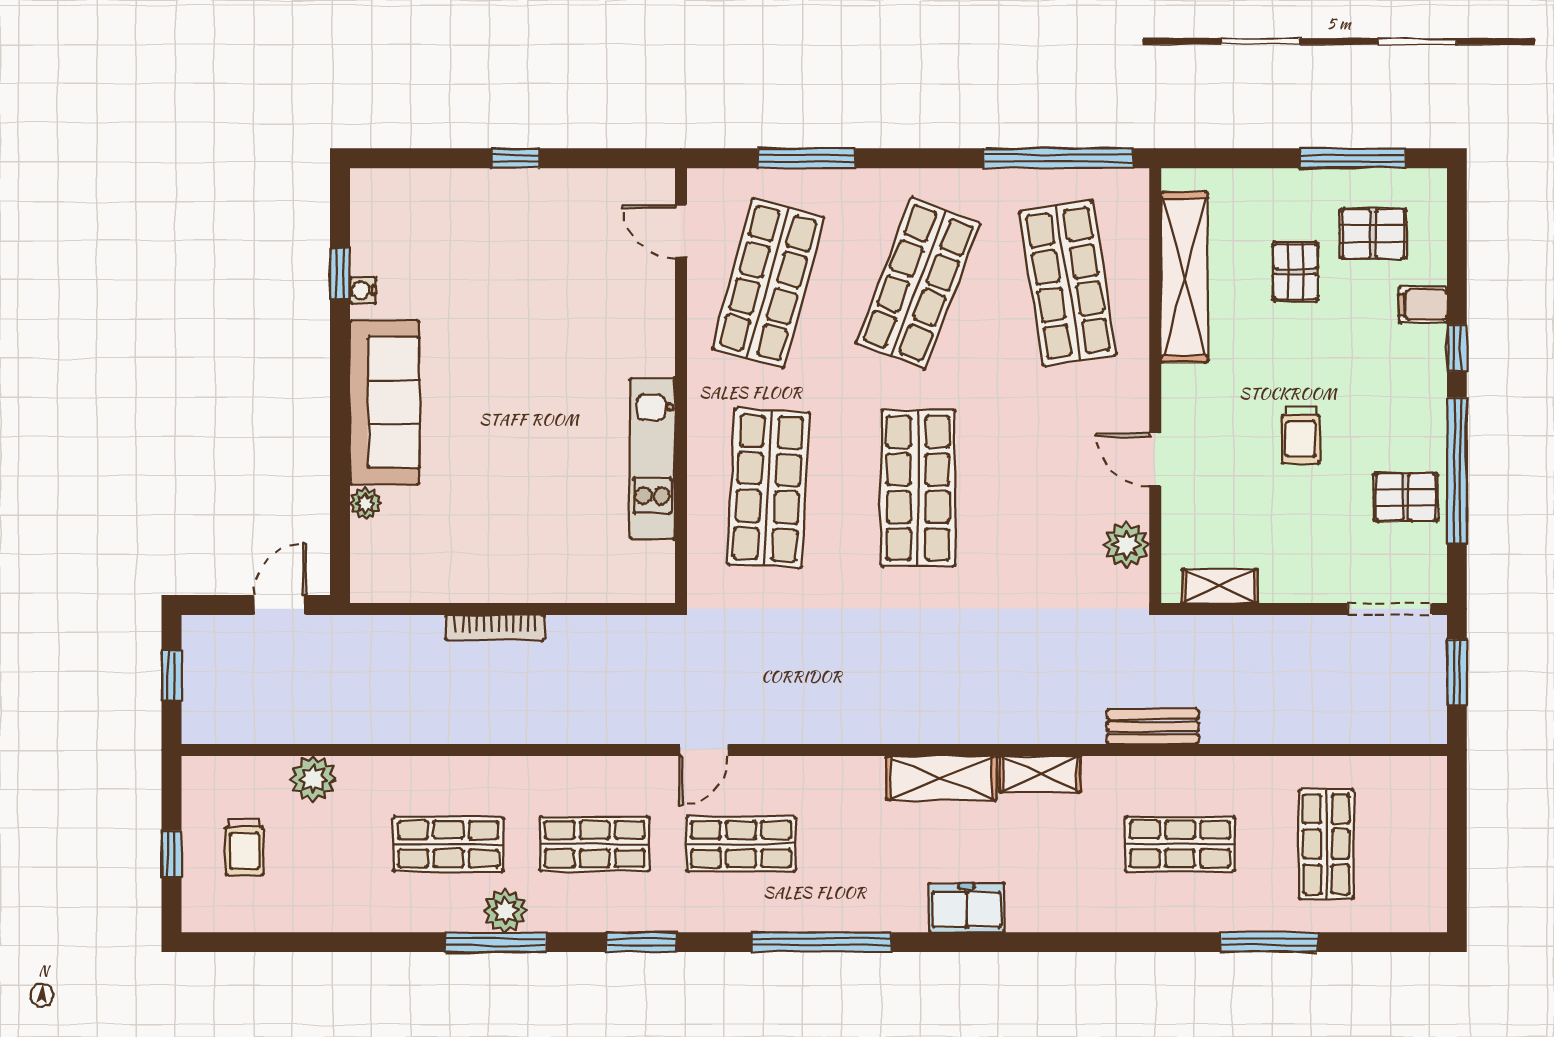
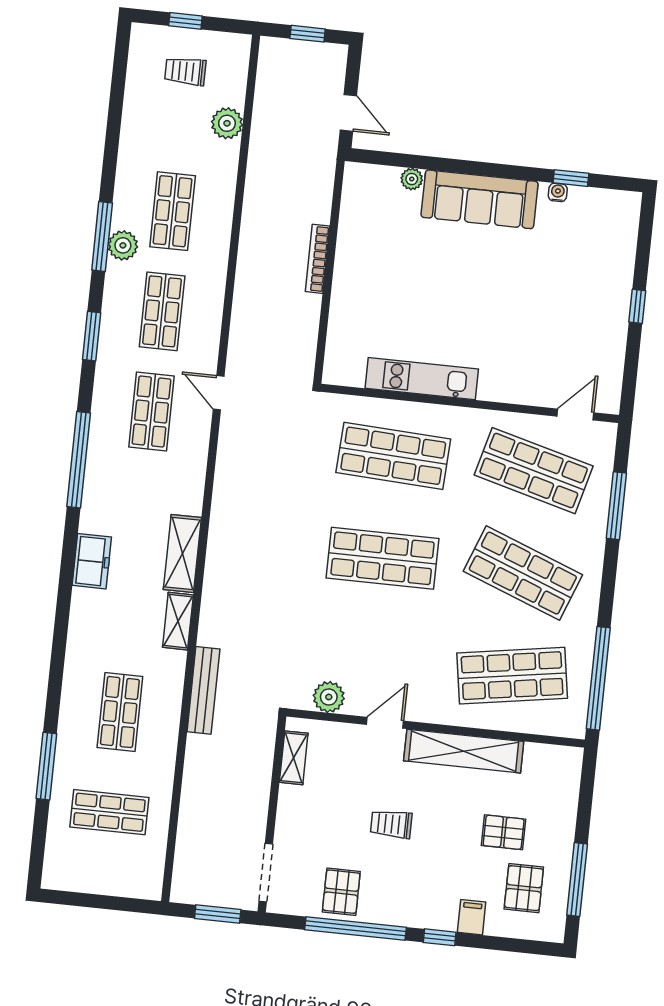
shelving: (1184, 277) -> (464, 751), moved
bench: (1153, 727) -> (203, 690), width x1.36

